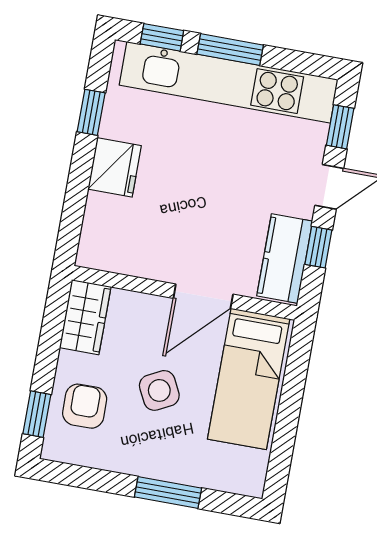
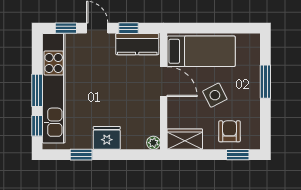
plant: (89, 256) -> (153, 143), added
armchair: (85, 406) -> (229, 131), turned 90

